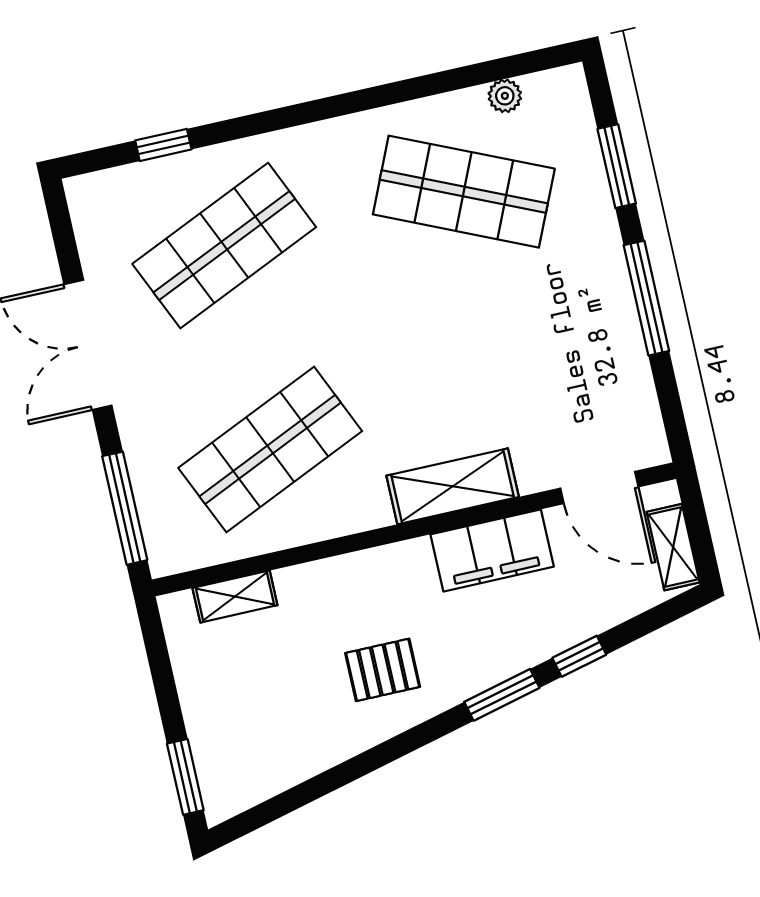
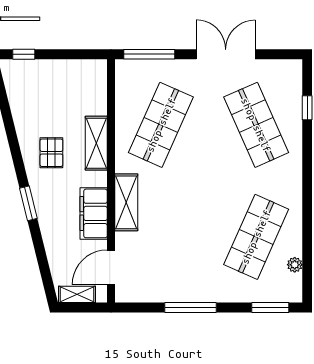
window: (617, 166) -> (270, 307), moved
shop shelf: (270, 449) -> (161, 125), turned 48
shelving: (235, 597) -> (96, 143), moved, width x1.50, depth x1.33
window: (579, 656) -> (38, 242), removed
window: (185, 777) -> (24, 54), width x0.67

